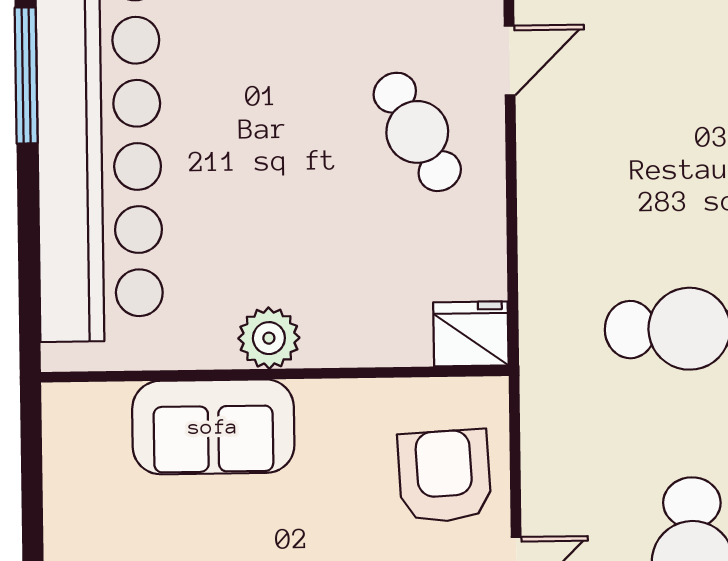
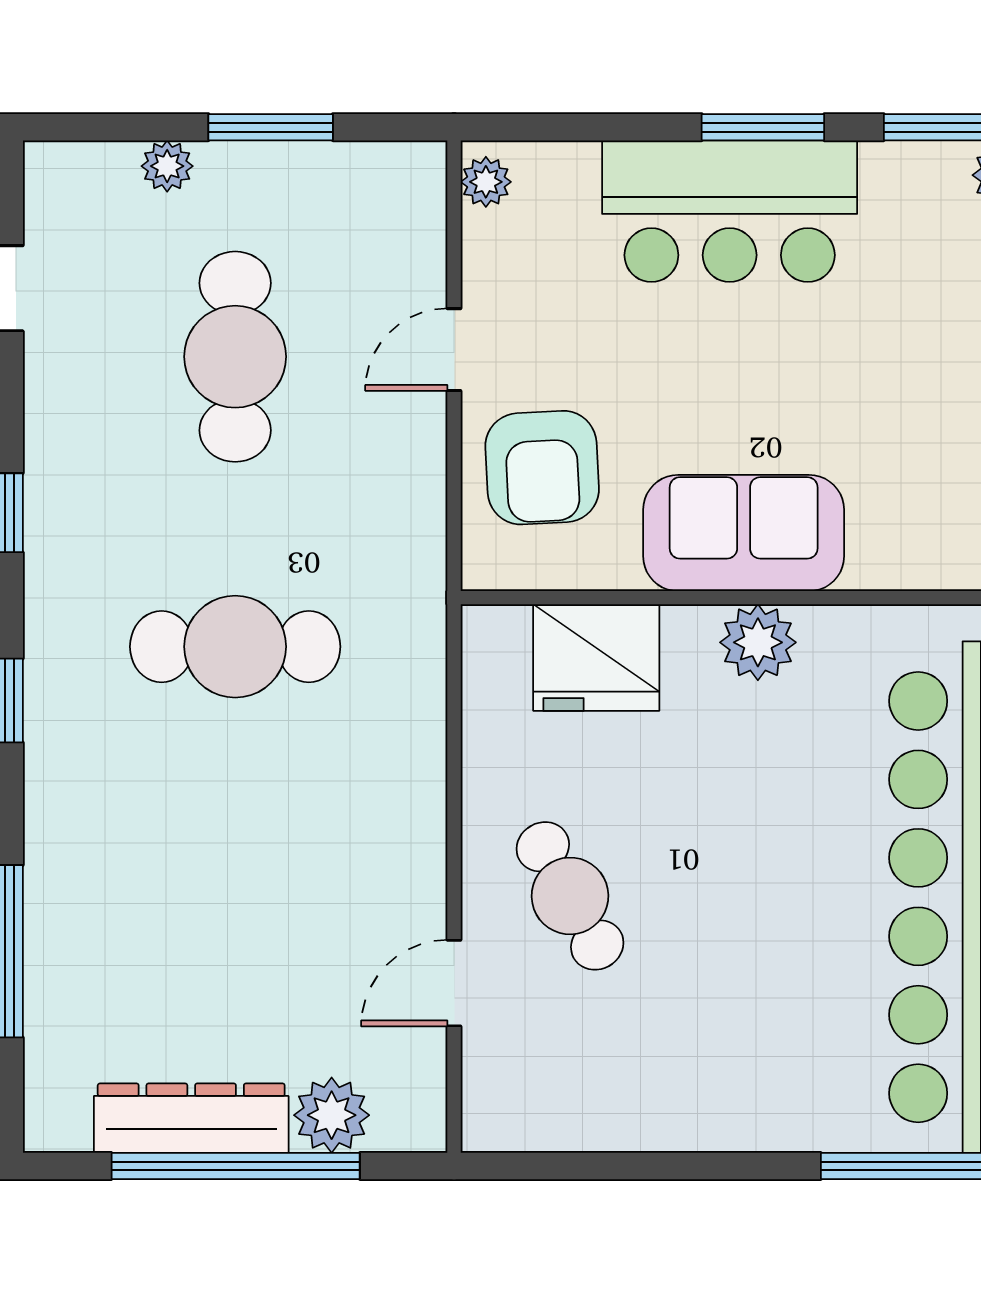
fridge: (471, 334) -> (596, 658), moved, width x1.36, depth x1.34
sofa: (213, 427) -> (744, 533), moved

